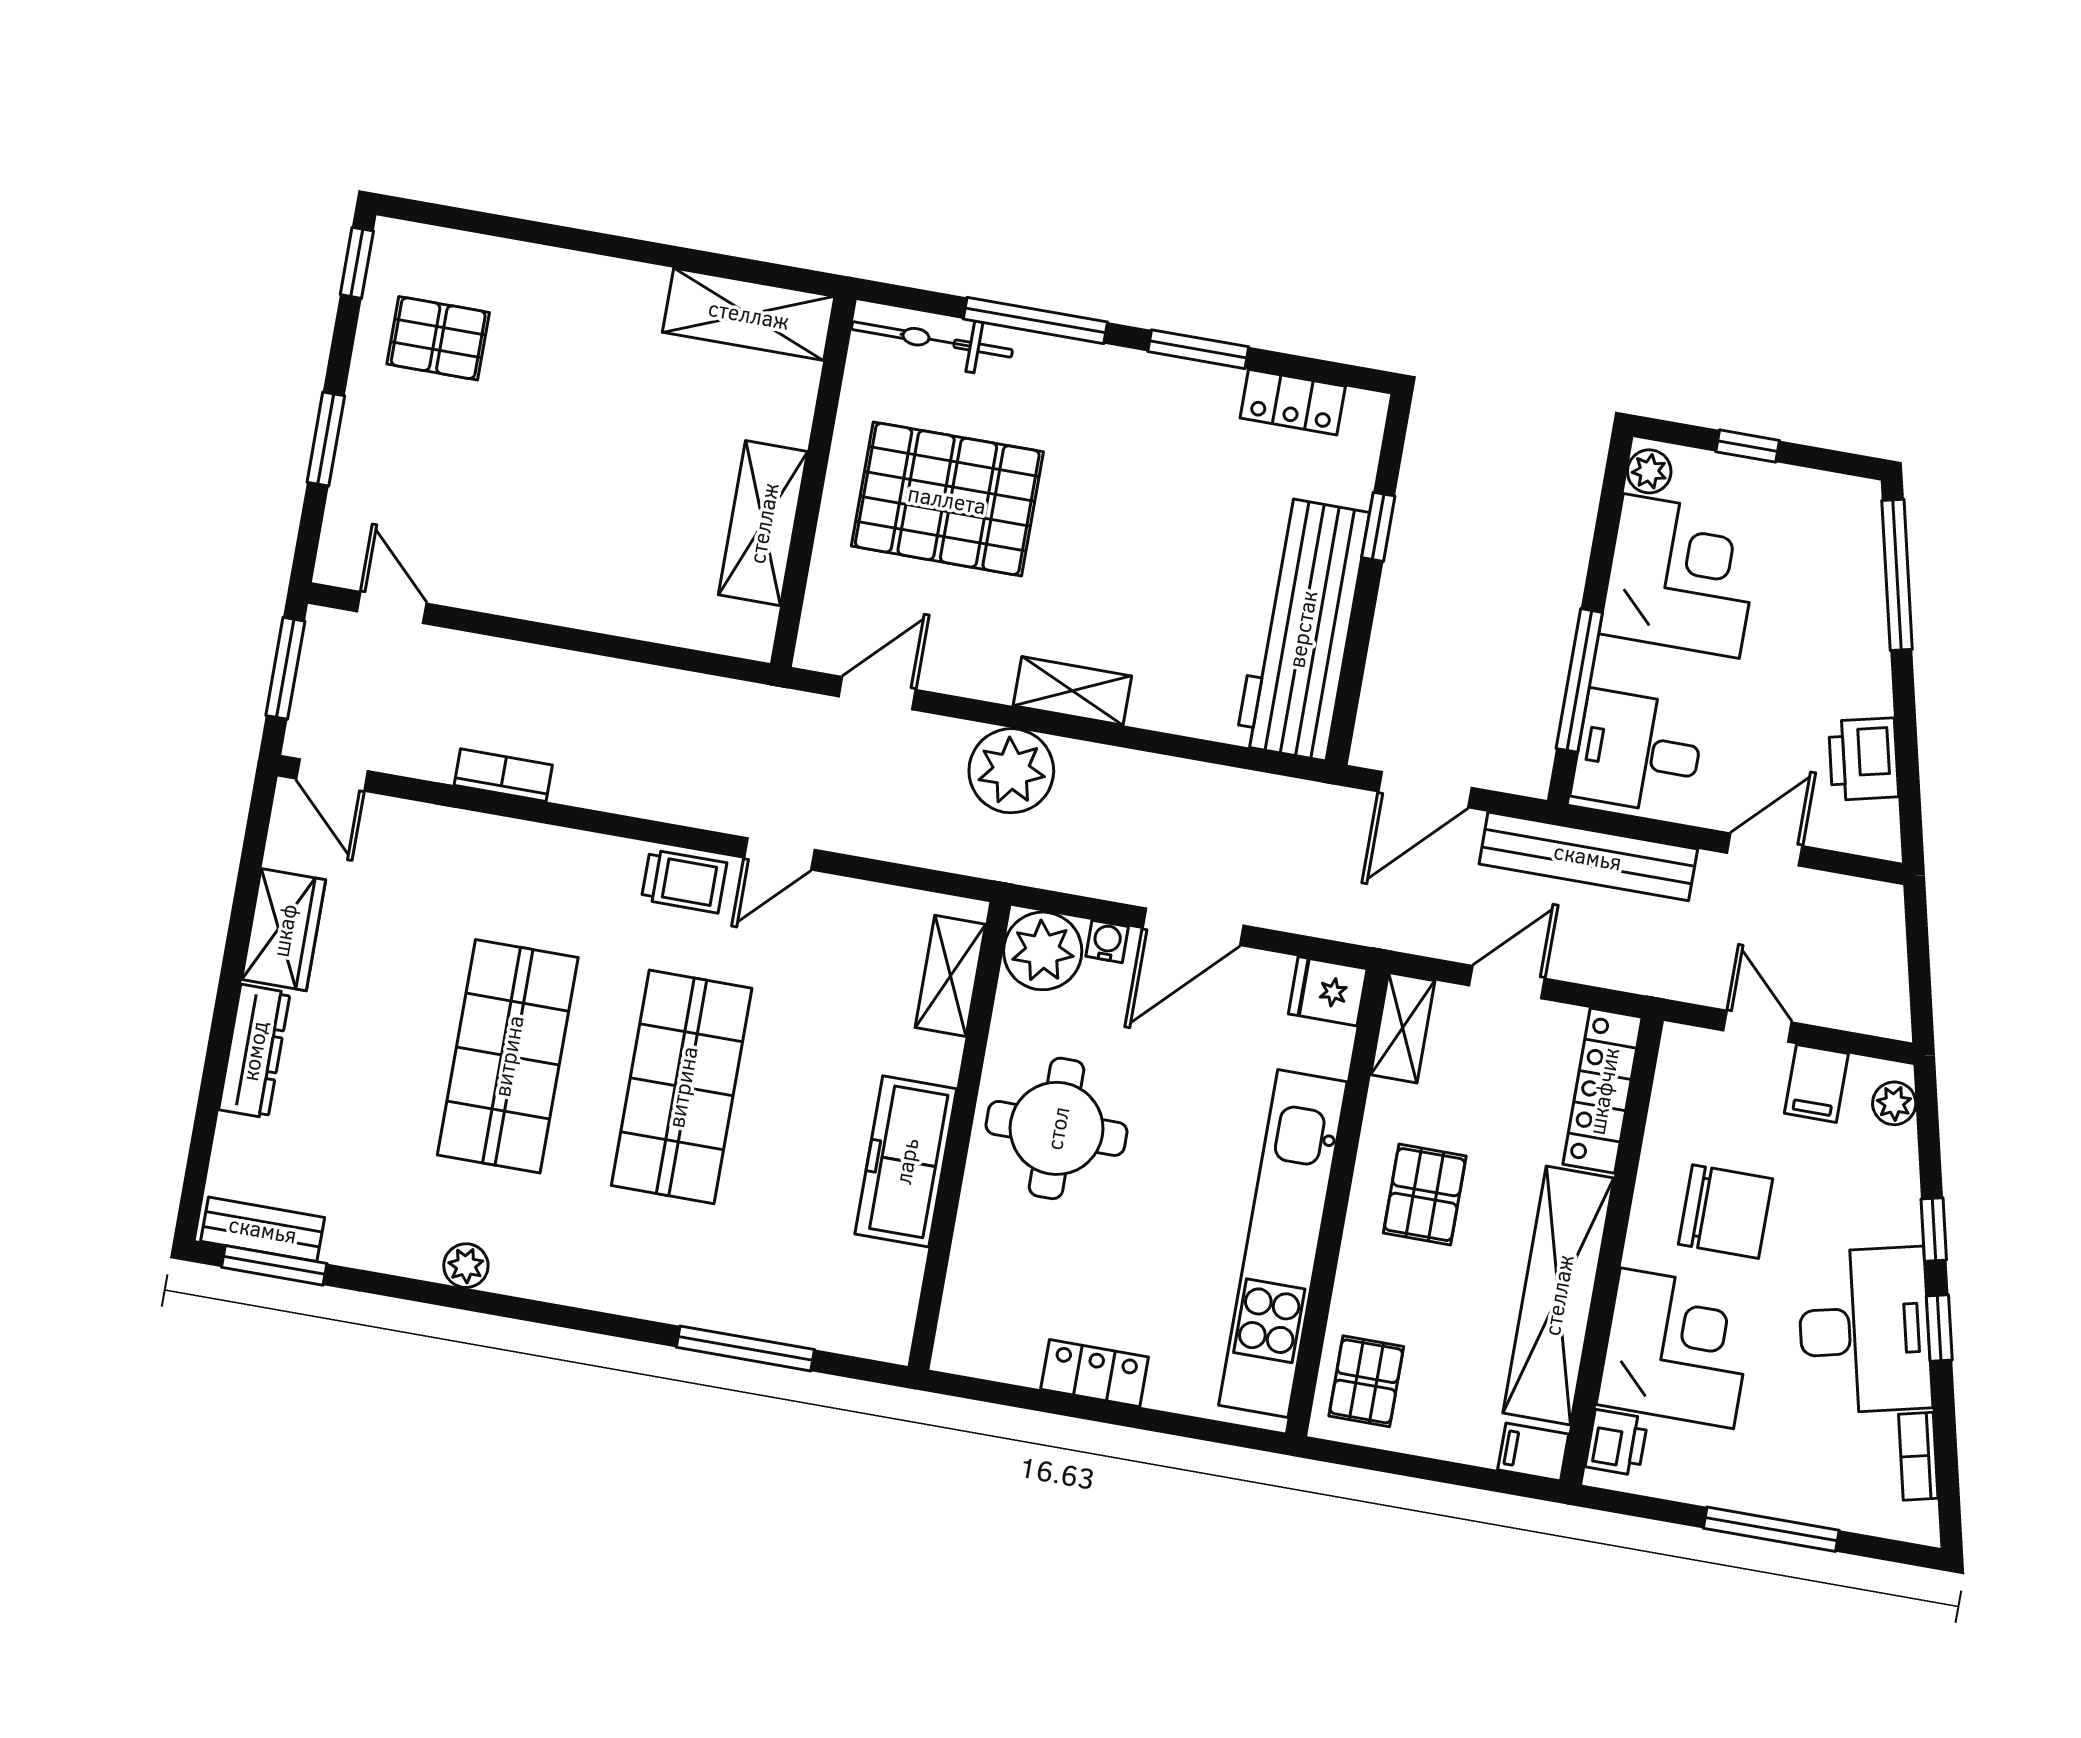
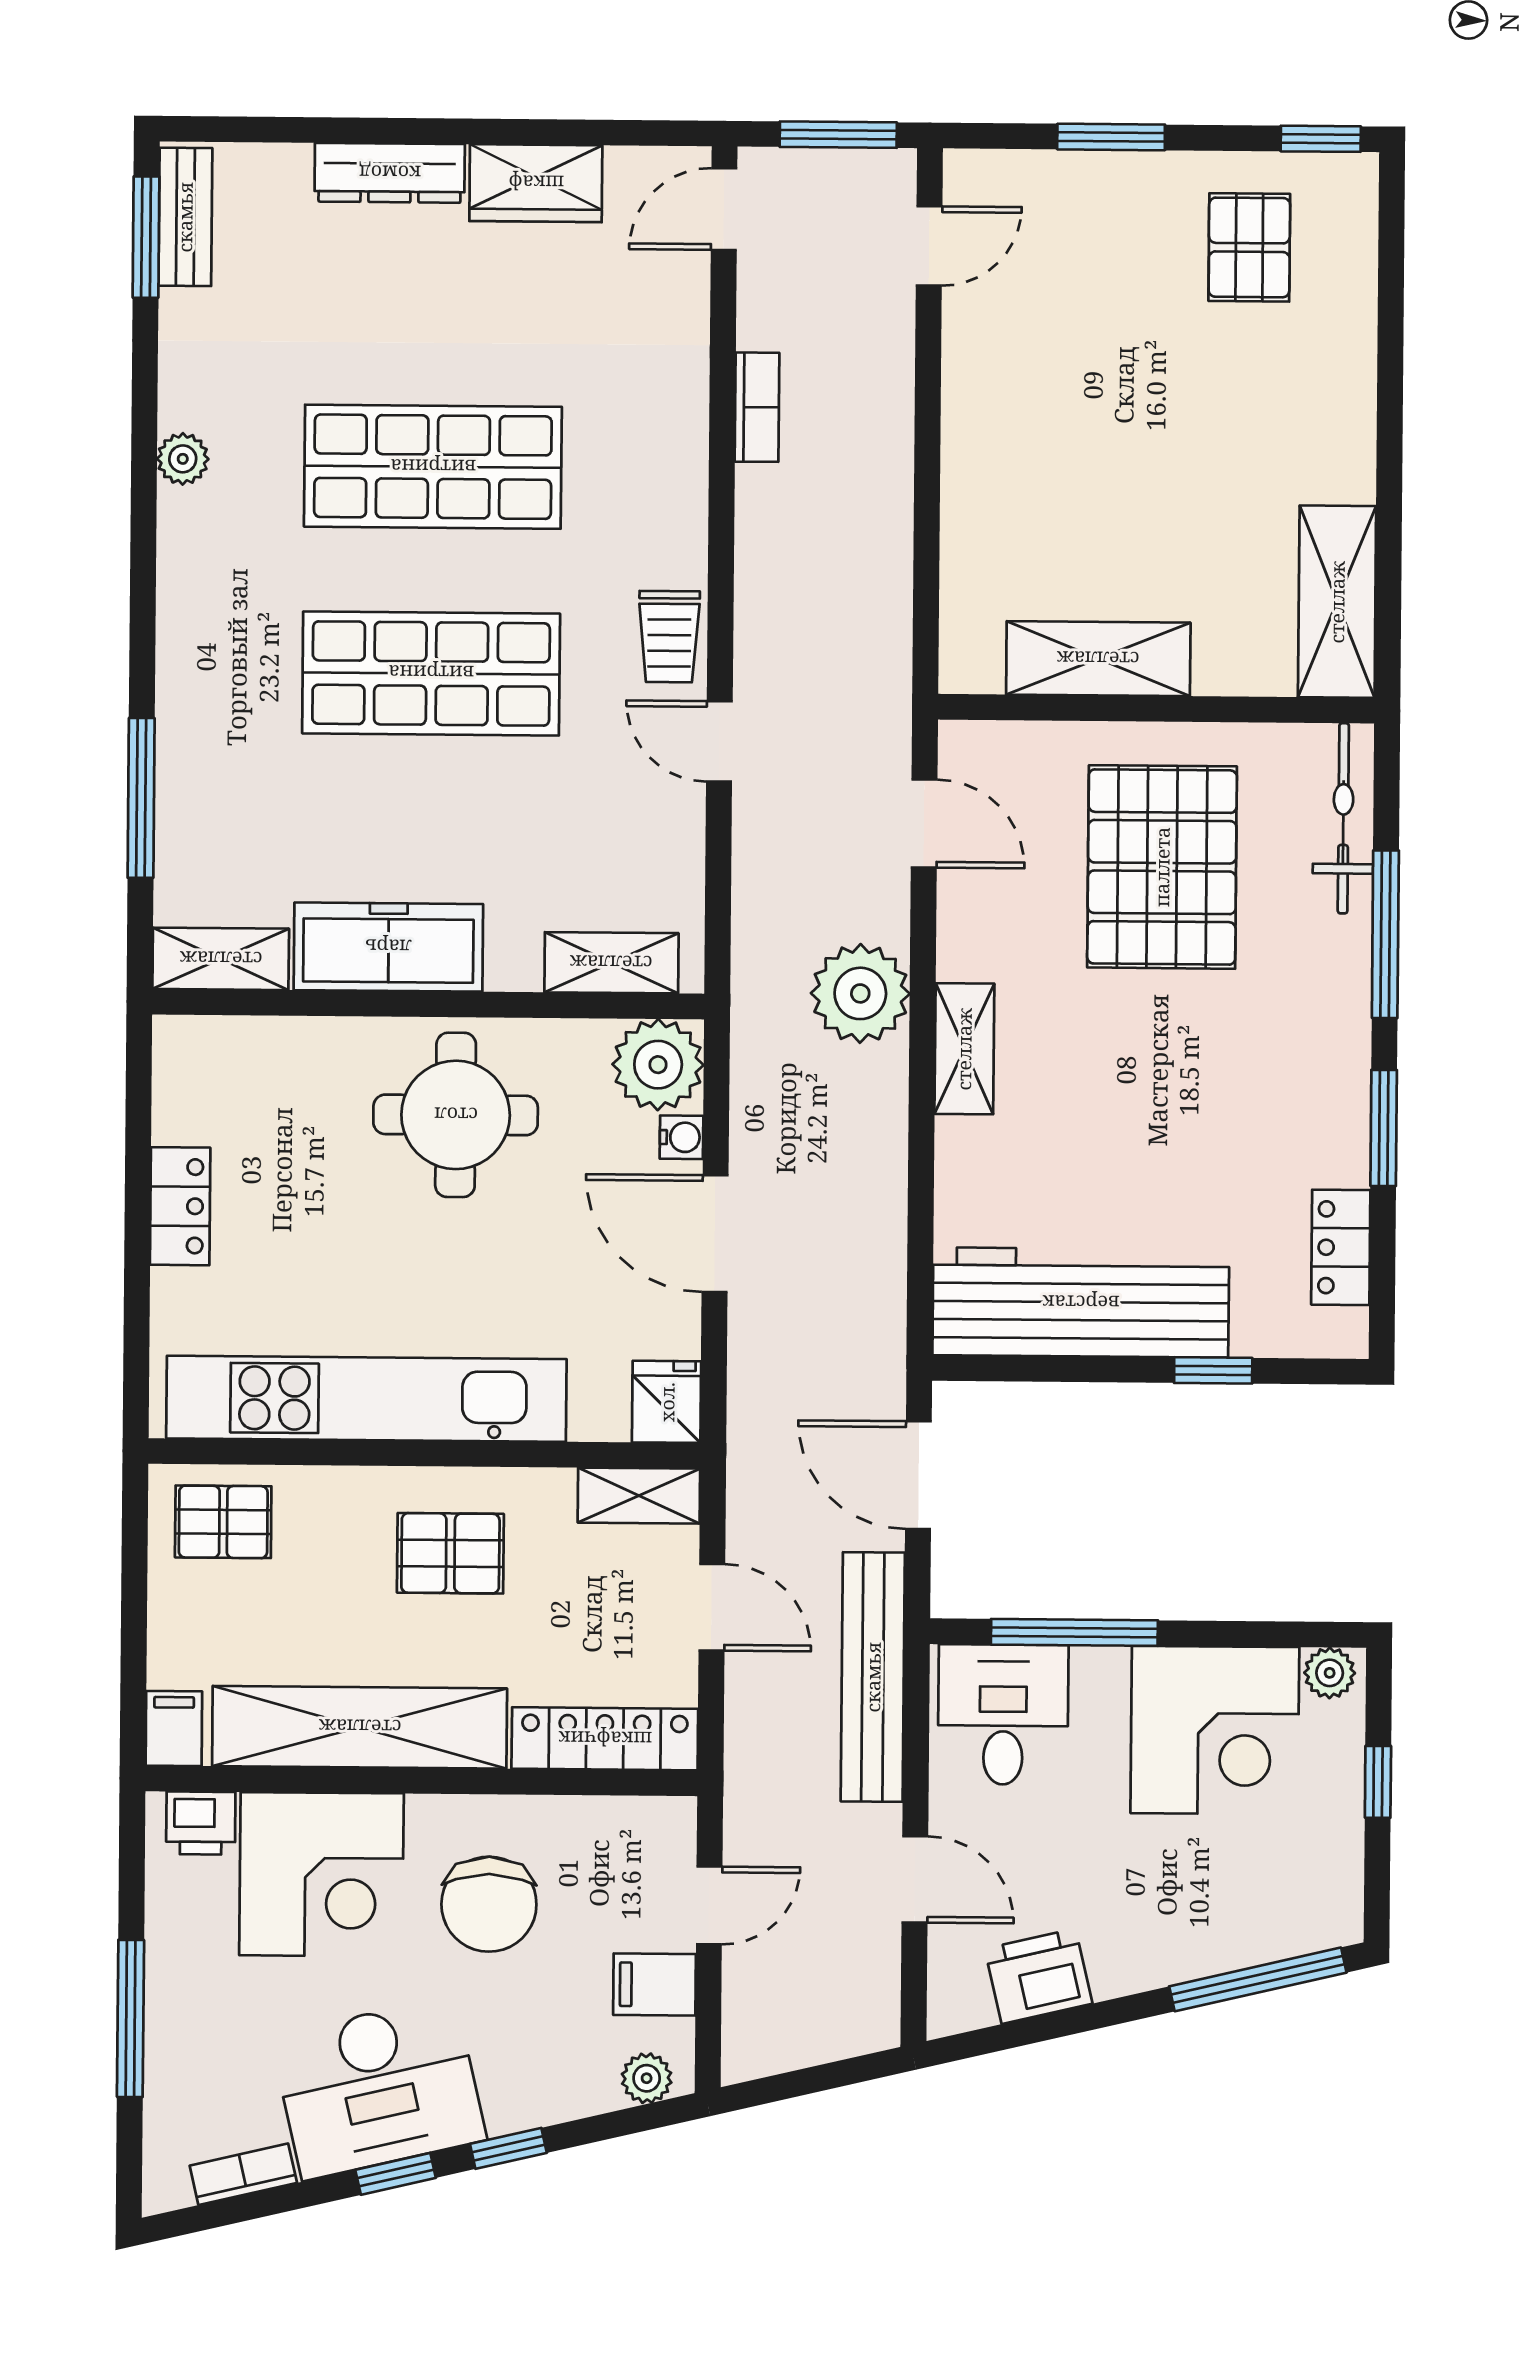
shelving: (892, 1304) -> (221, 959), added

